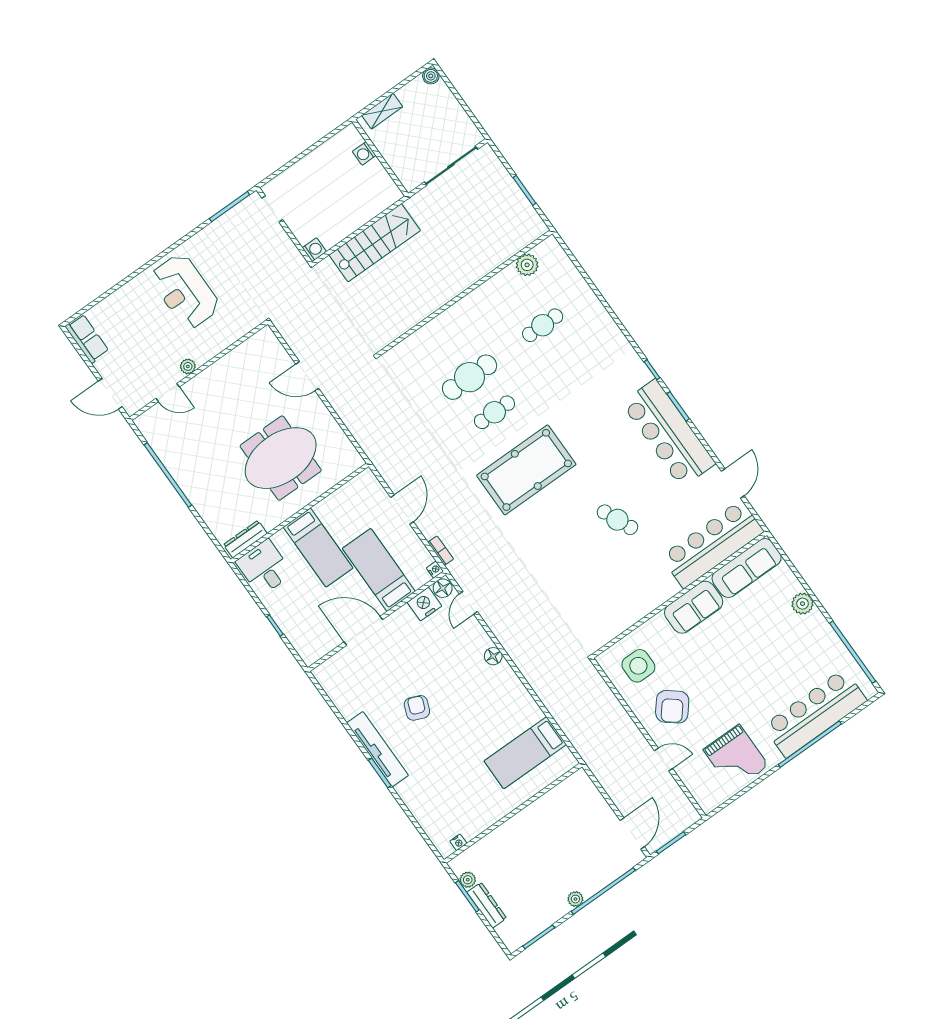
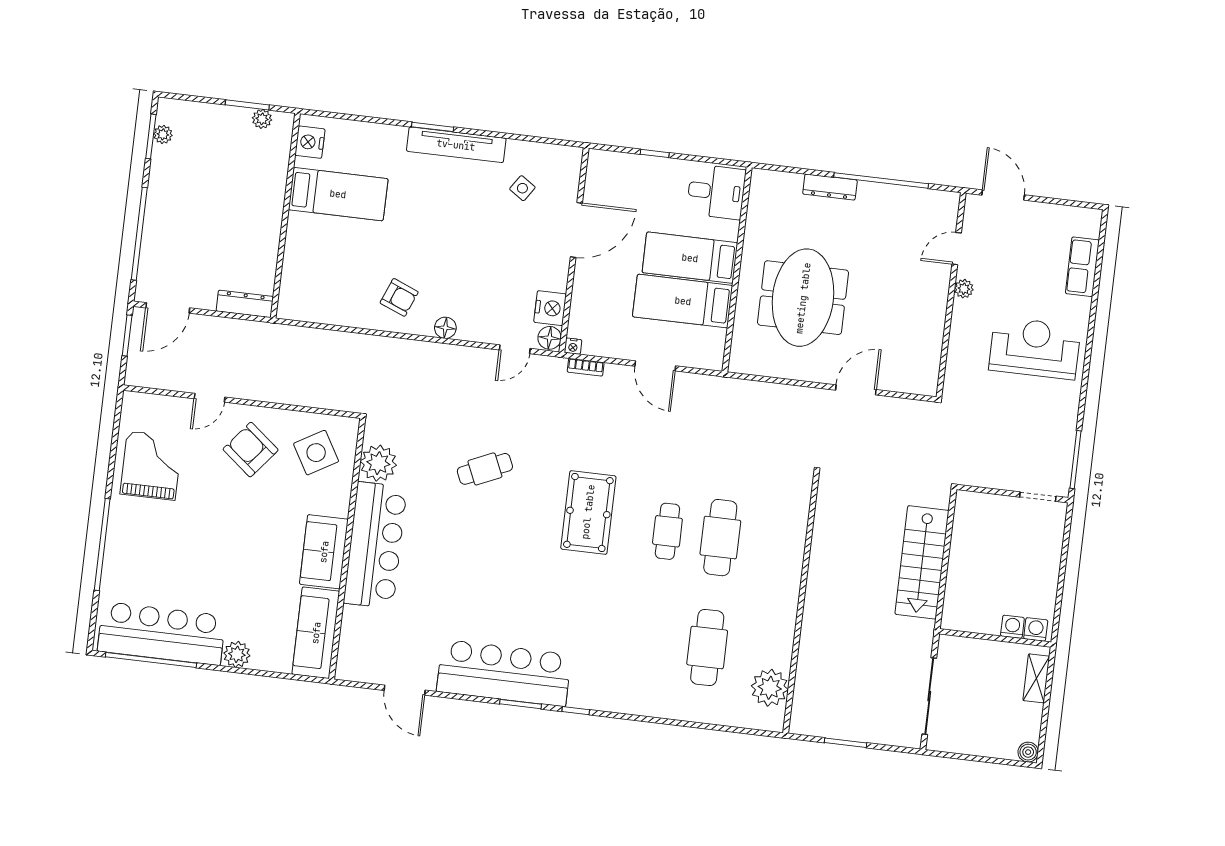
washing machine: (314, 250) -> (1036, 629), moved, turned 180
plant: (527, 265) -> (770, 688), width x1.36, depth x1.36
cafe table: (543, 325) -> (707, 647), width x1.37, depth x1.35
row of seats: (87, 339) -> (1082, 267), moved, turned 90
door: (110, 394) -> (1003, 195), hinge flipped
pool table: (526, 470) -> (588, 512), width x0.73, depth x0.76
cafe table: (617, 520) -> (485, 469), moved
dresser: (245, 539) -> (830, 187), moved, turned 90
bar counter: (712, 544) -> (375, 545), moved
bed: (379, 570) -> (683, 301), moved, turned 180
door: (468, 603) -> (515, 349), swing flipped
plant: (611, 623) -> (378, 463), added
side table: (638, 666) -> (316, 453), turned -30
side table: (368, 686) -> (522, 188), added
armchair: (417, 708) -> (399, 297), moved
bar counter: (815, 713) -> (162, 633), moved, turned -90
bed: (525, 753) -> (338, 194), moved, turned 90
grand piano: (736, 758) -> (151, 466), turned 90
door: (632, 833) -> (168, 308), hinge flipped
nightstand: (458, 842) -> (310, 142), width x1.89, depth x1.79
plant: (575, 899) -> (163, 134), moved
dresser: (487, 905) -> (245, 304), moved, turned 180

